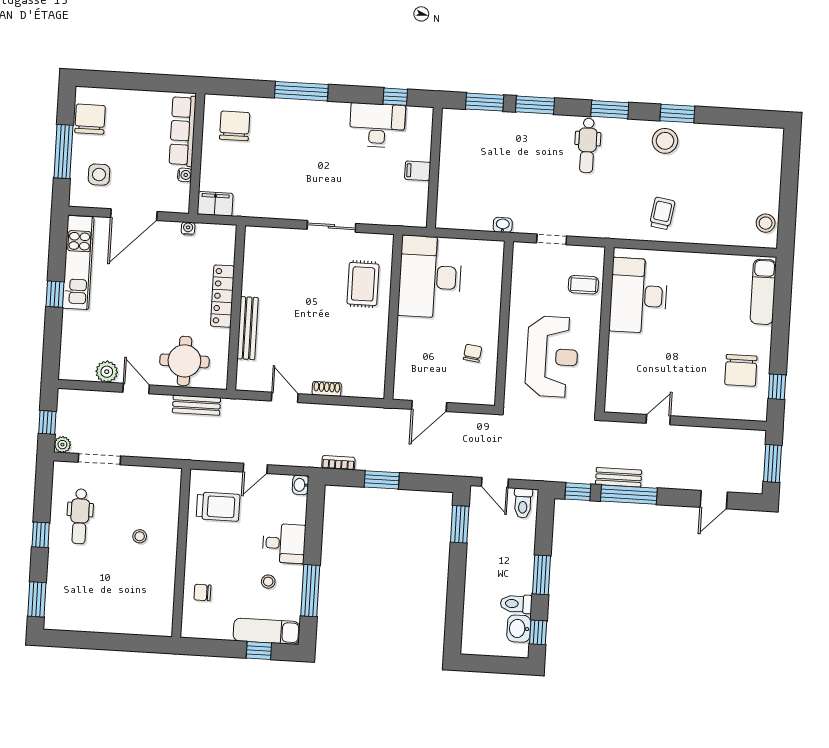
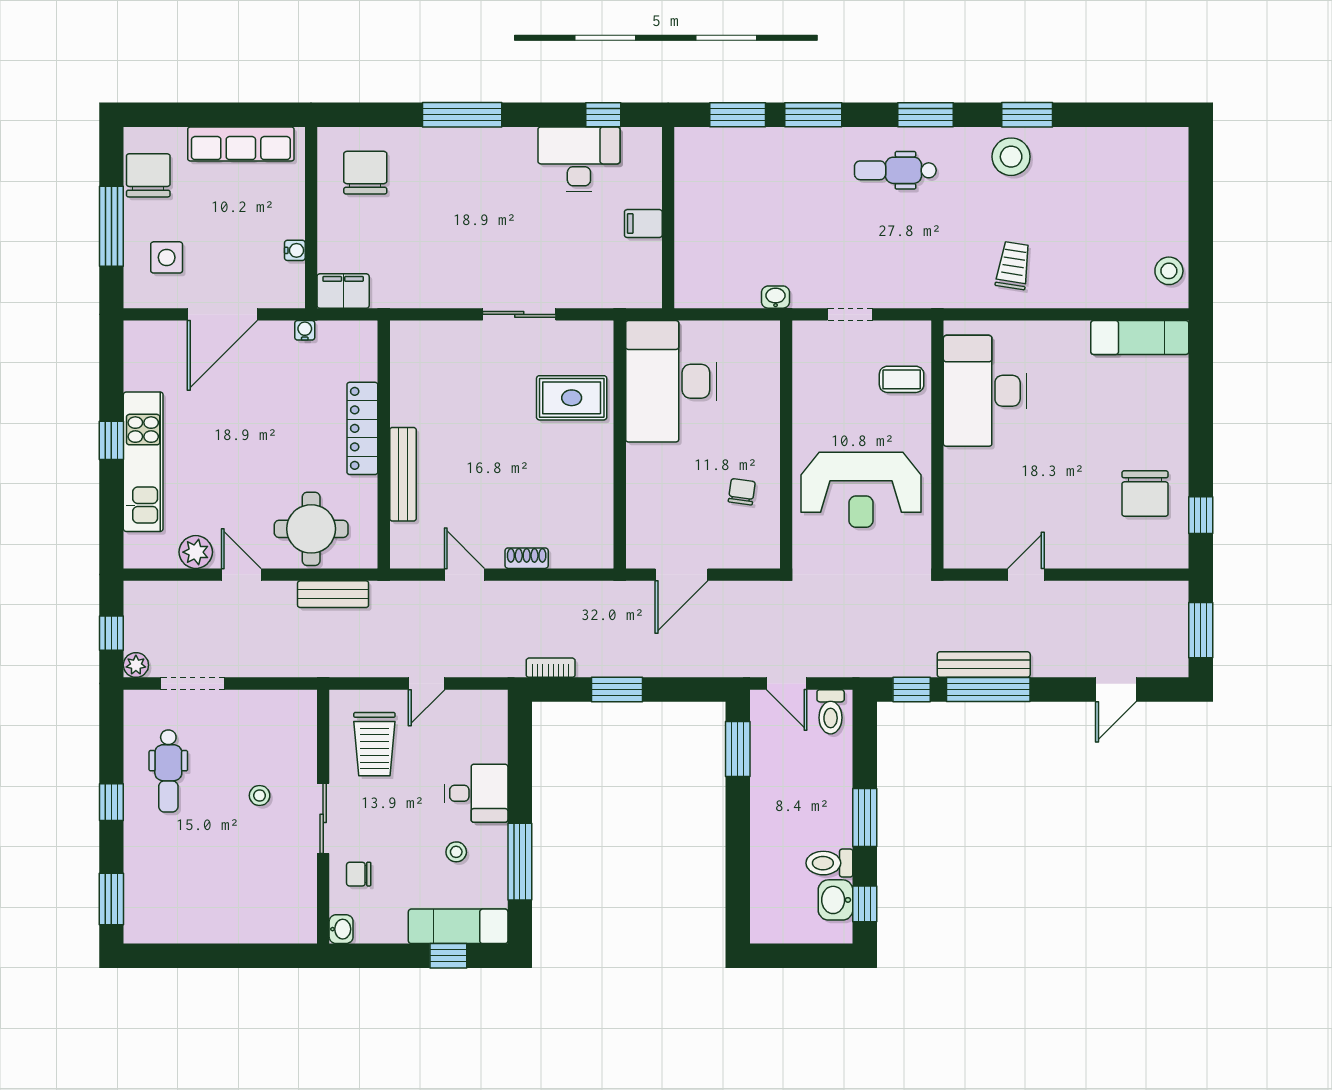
row of seats: (183, 131) -> (241, 144), moved, turned -90
dental chair: (587, 145) -> (895, 170), turned 90
kitchen unit: (78, 263) -> (143, 462), moved
rug: (363, 284) -> (572, 398), turned 90
exam couch: (763, 292) -> (1140, 338), moved, turned -90
reception desk: (552, 357) -> (861, 490), turned 90
bench: (619, 477) -> (984, 665), width x1.36
washbasin: (301, 485) -> (341, 929), moved, turned 180
trolley: (218, 507) -> (374, 744), turned 90
sliding door: (181, 554) -> (323, 818), added

